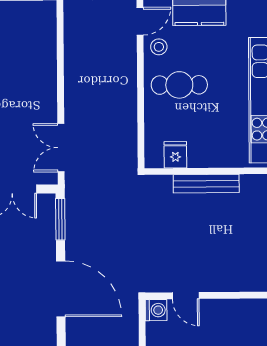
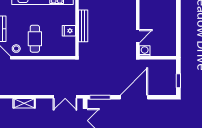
shelving: (47, 64) -> (24, 103), added
fridge: (175, 155) -> (69, 31), moved

